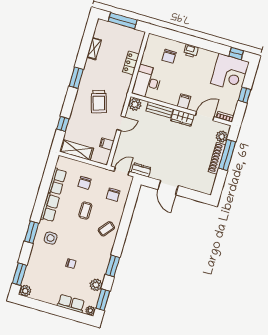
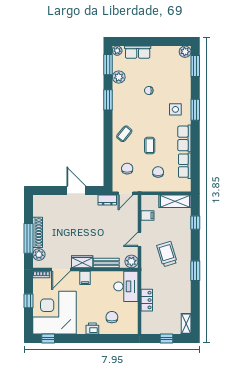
window: (123, 21) -> (166, 338), width x0.46
shelving: (94, 49) -> (186, 324), moved
corner desk: (230, 73) -> (55, 313), width x1.36, depth x1.36

